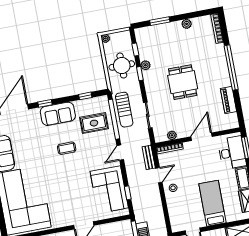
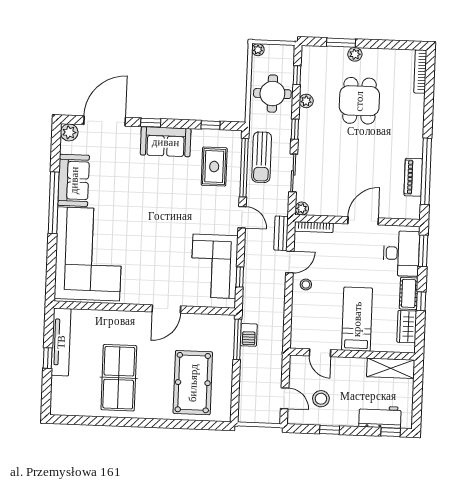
plant: (187, 24) -> (355, 54), moved
window: (231, 68) -> (426, 171), moved
window: (140, 74) -> (295, 129), moved
dining table: (183, 82) -> (359, 101), moved
rug: (94, 123) -> (214, 167), turned 90
plant: (172, 135) -> (302, 209), moved
coffee table: (67, 148) -> (167, 194), removed
door: (120, 153) -> (242, 217), swing flipped

